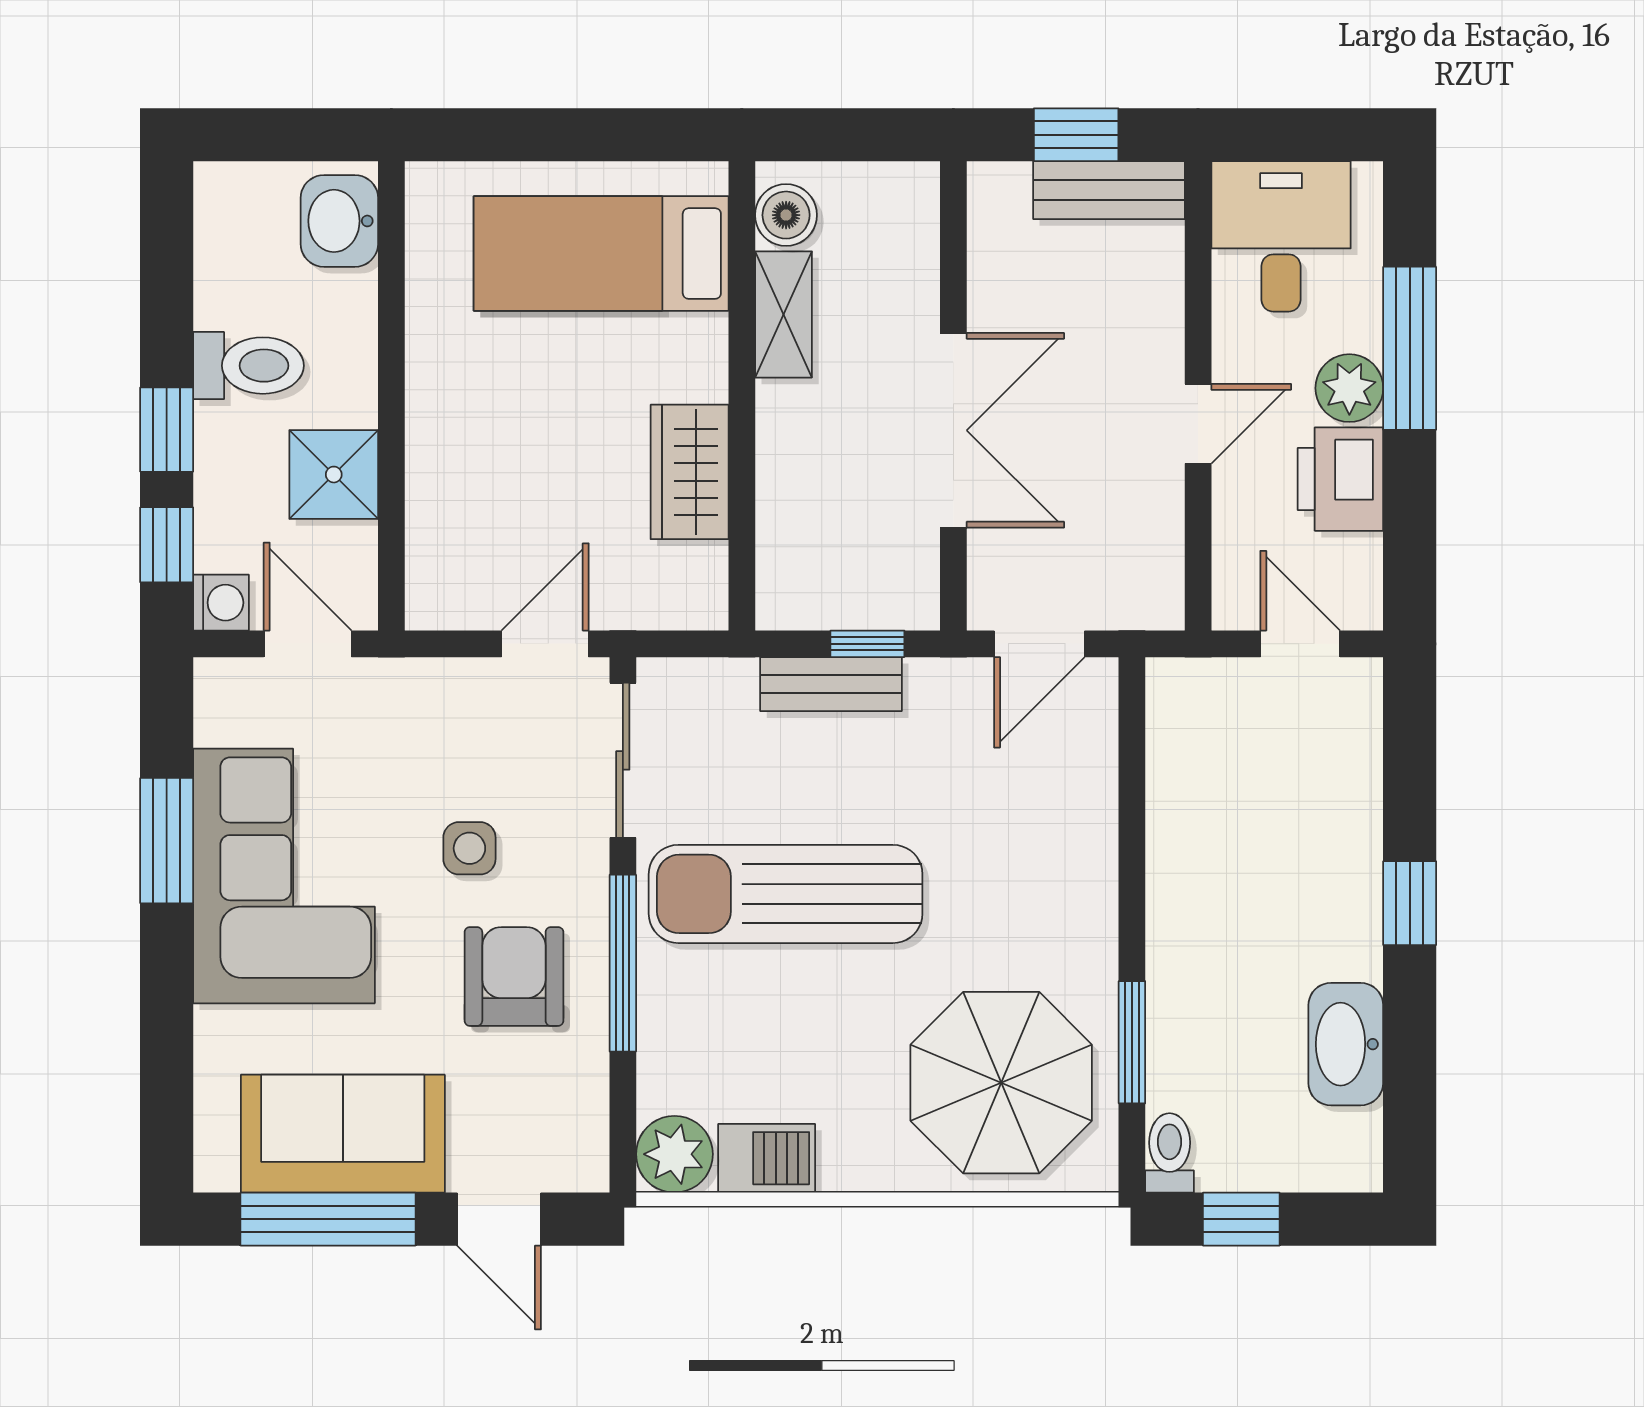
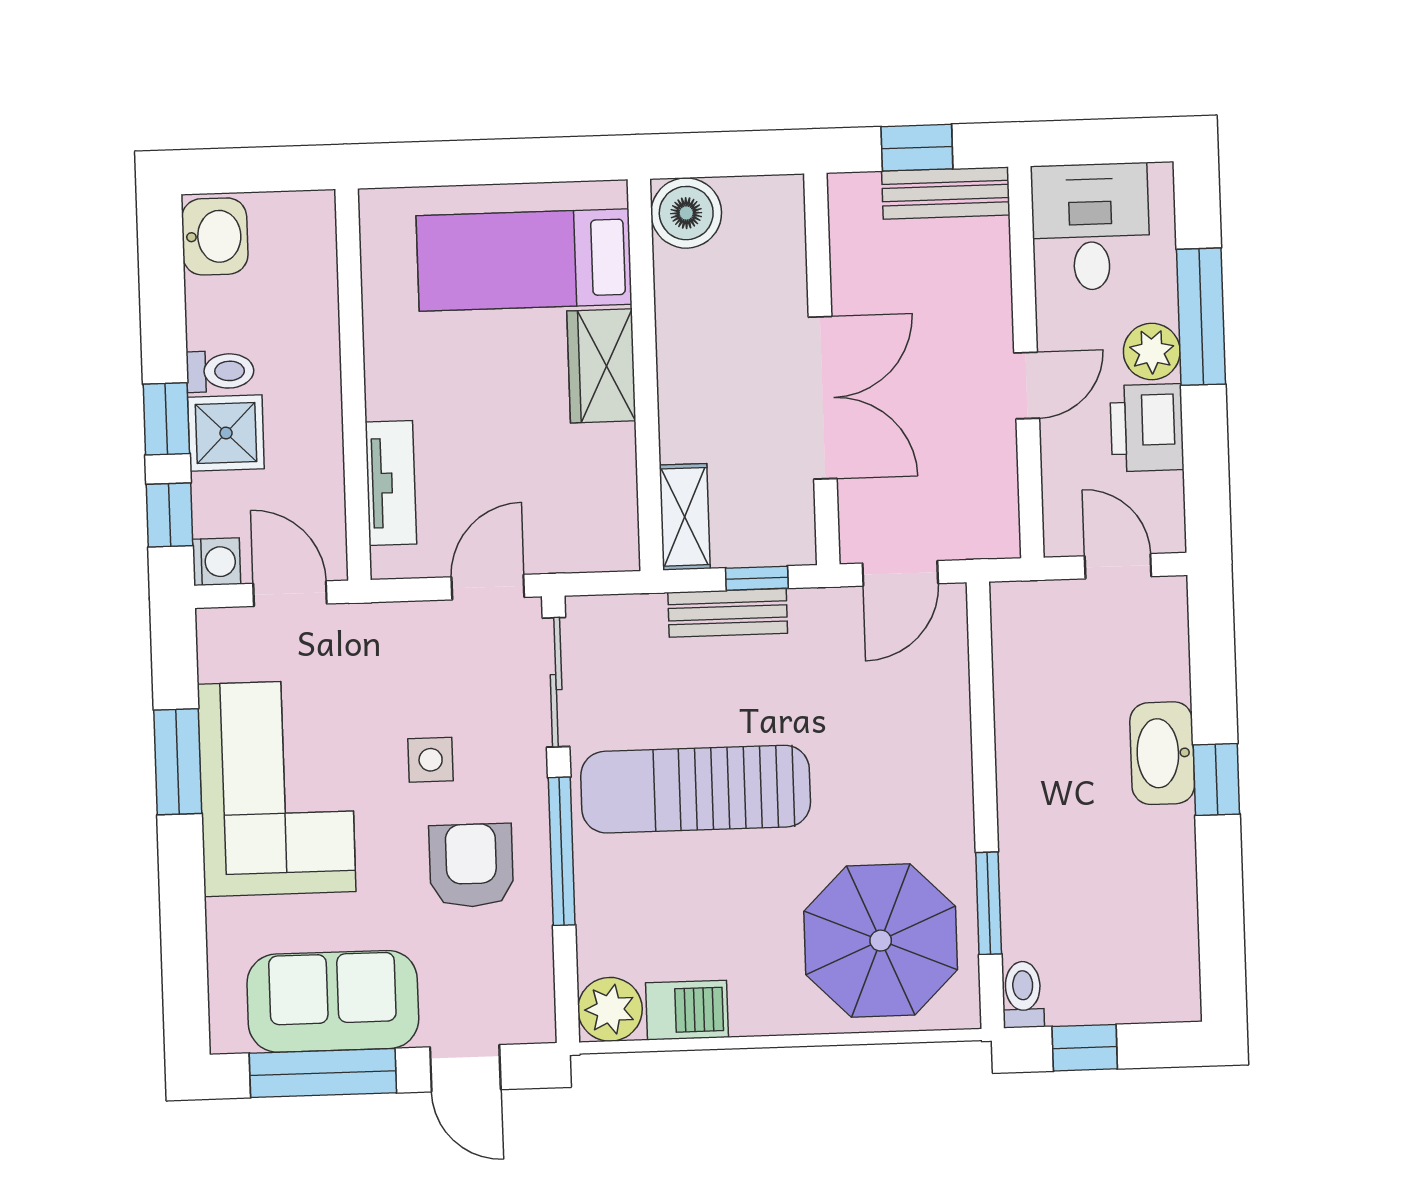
boiler: (786, 215) -> (686, 213), width x1.36, depth x1.36
washbasin: (339, 221) -> (215, 236), moved, turned 180
shelving: (783, 314) -> (685, 517), moved
toilet: (248, 366) -> (220, 371), width x0.73, depth x0.72
wardrobe: (690, 472) -> (601, 366), moved
shower: (334, 475) -> (226, 433), moved
tv unit: (433, 515) -> (391, 483), added
washbasin: (1346, 1044) -> (1162, 753), moved

